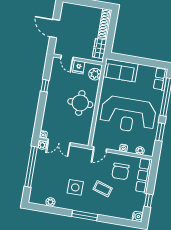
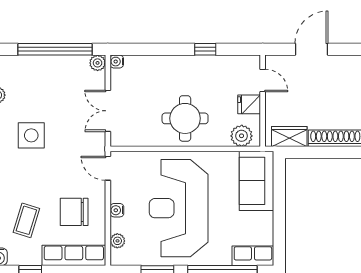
door: (67, 58) -> (263, 80), swing flipped
double door: (59, 142) -> (108, 111), moved
coffee table: (103, 189) -> (26, 220), moved

